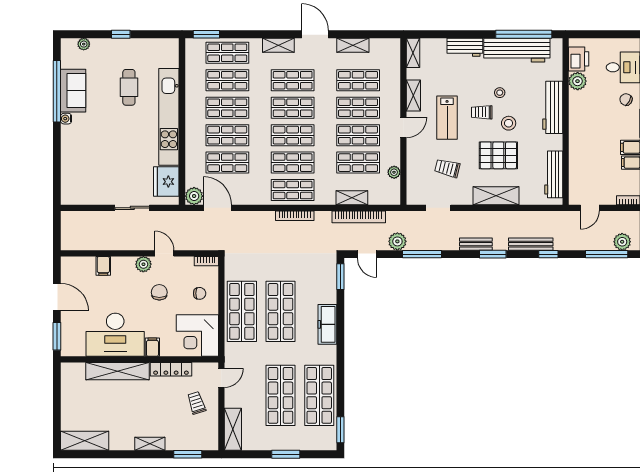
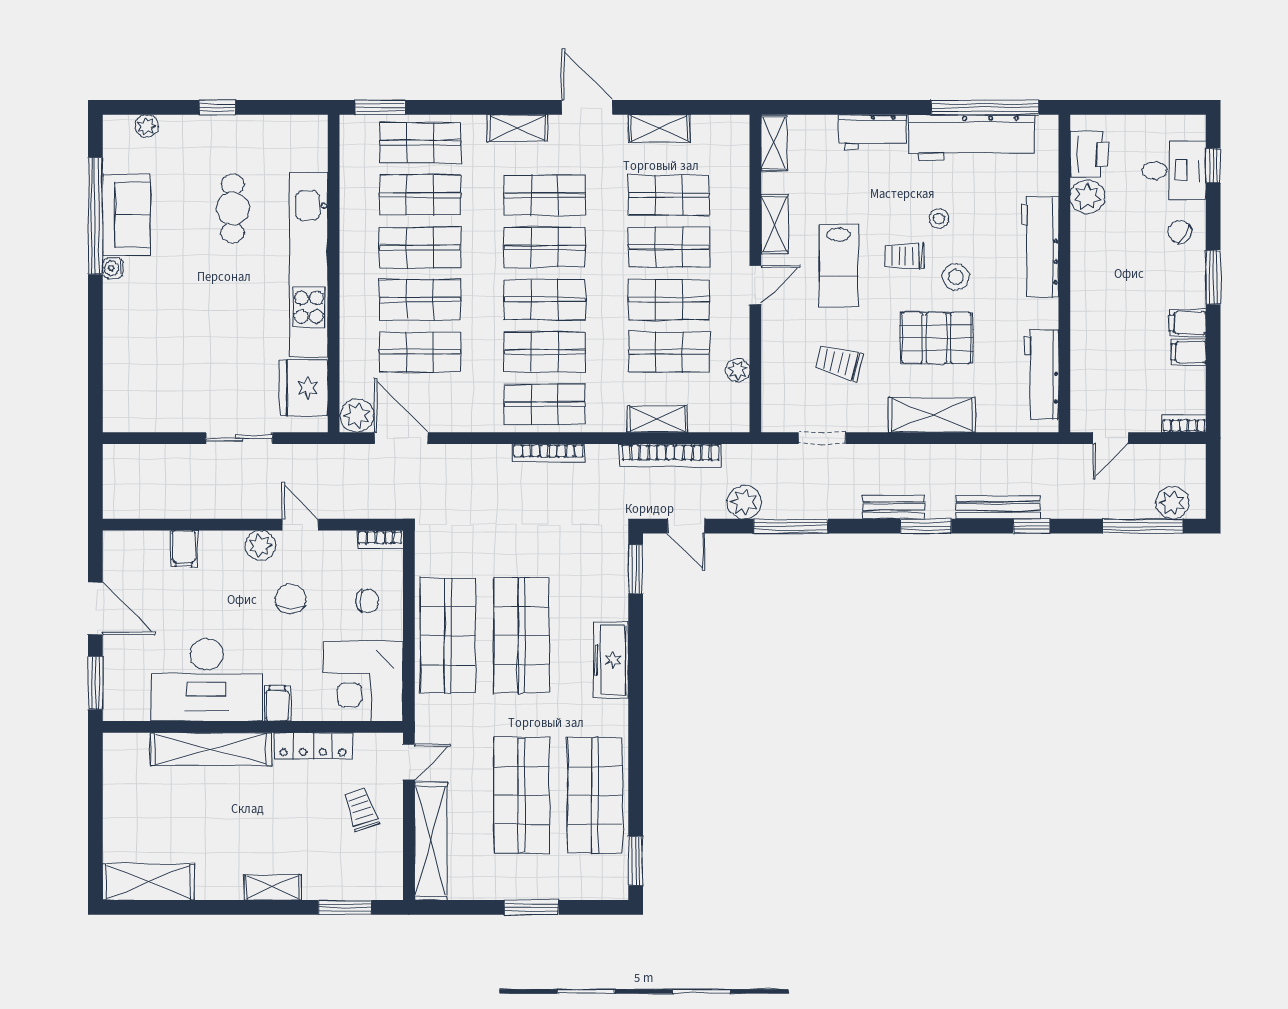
shelving: (233, 429) -> (431, 841), width x1.47

